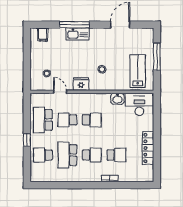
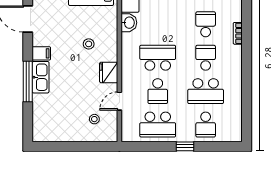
filing cabinet: (43, 35) -> (41, 53), moved
school desk: (92, 120) -> (158, 58), width x1.85

